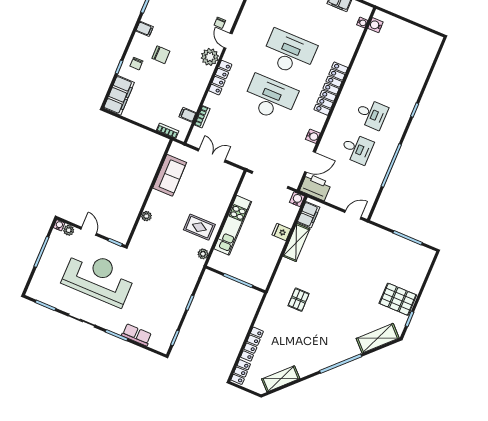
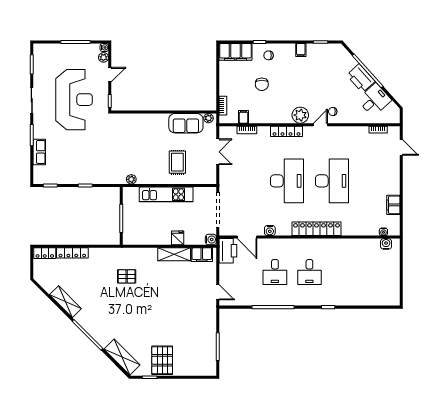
chair: (161, 55) -> (262, 84), moved
plant: (146, 216) -> (209, 118), moved
rug: (199, 227) -> (177, 162), moved
shelving: (281, 379) -> (65, 302), moved

